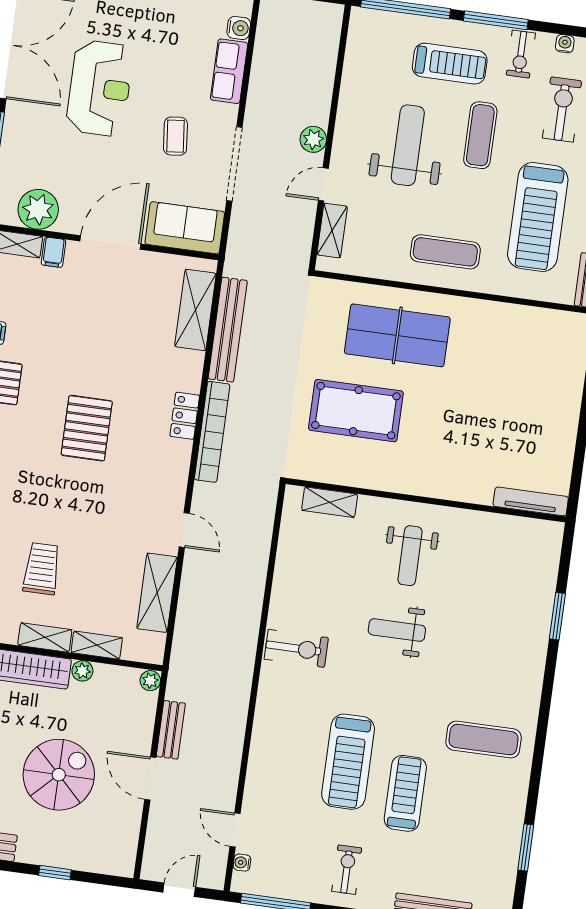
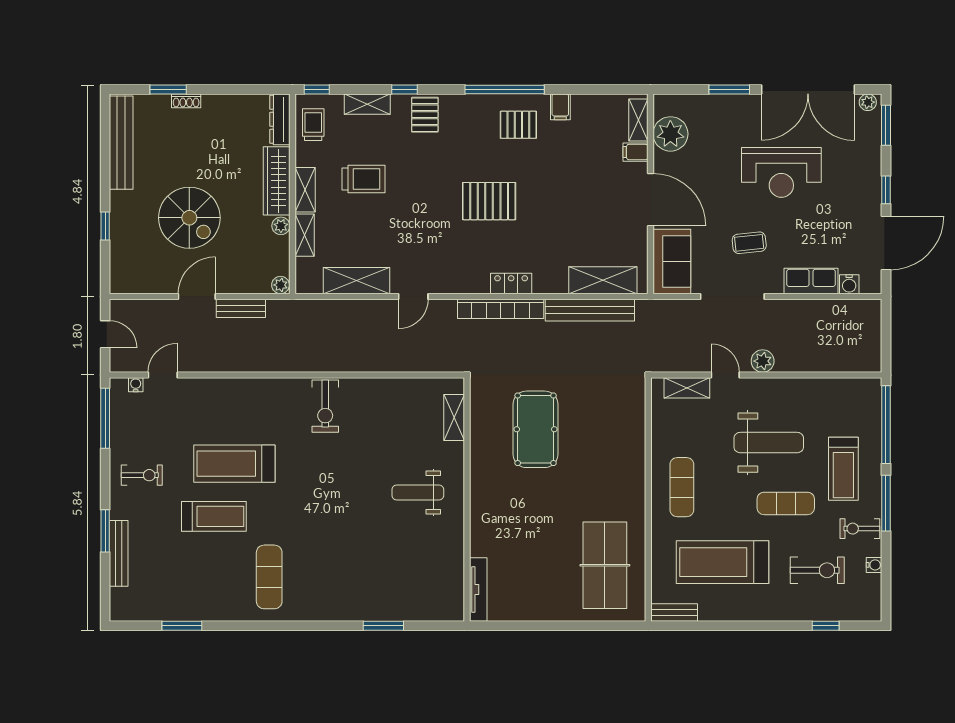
table tennis table: (397, 335) -> (605, 565), moved
weight bench: (397, 630) -> (353, 490), removed

